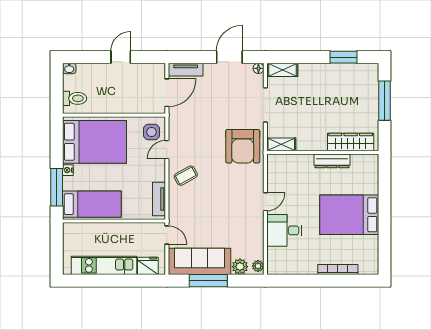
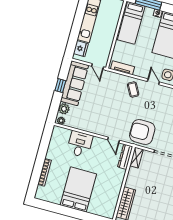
dresser: (332, 161) -> (125, 157), moved
door: (265, 202) -> (114, 140), moved
door: (167, 235) -> (98, 67), hinge flipped
window: (208, 281) -> (60, 86), width x0.46

